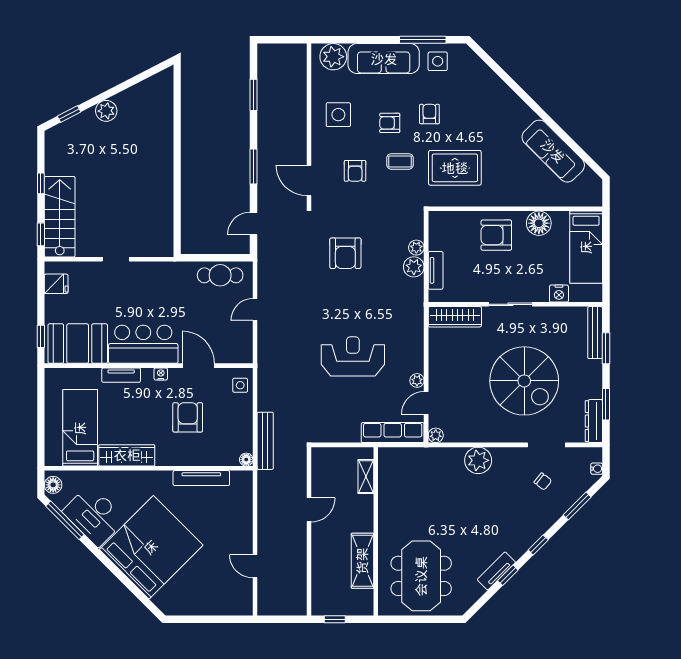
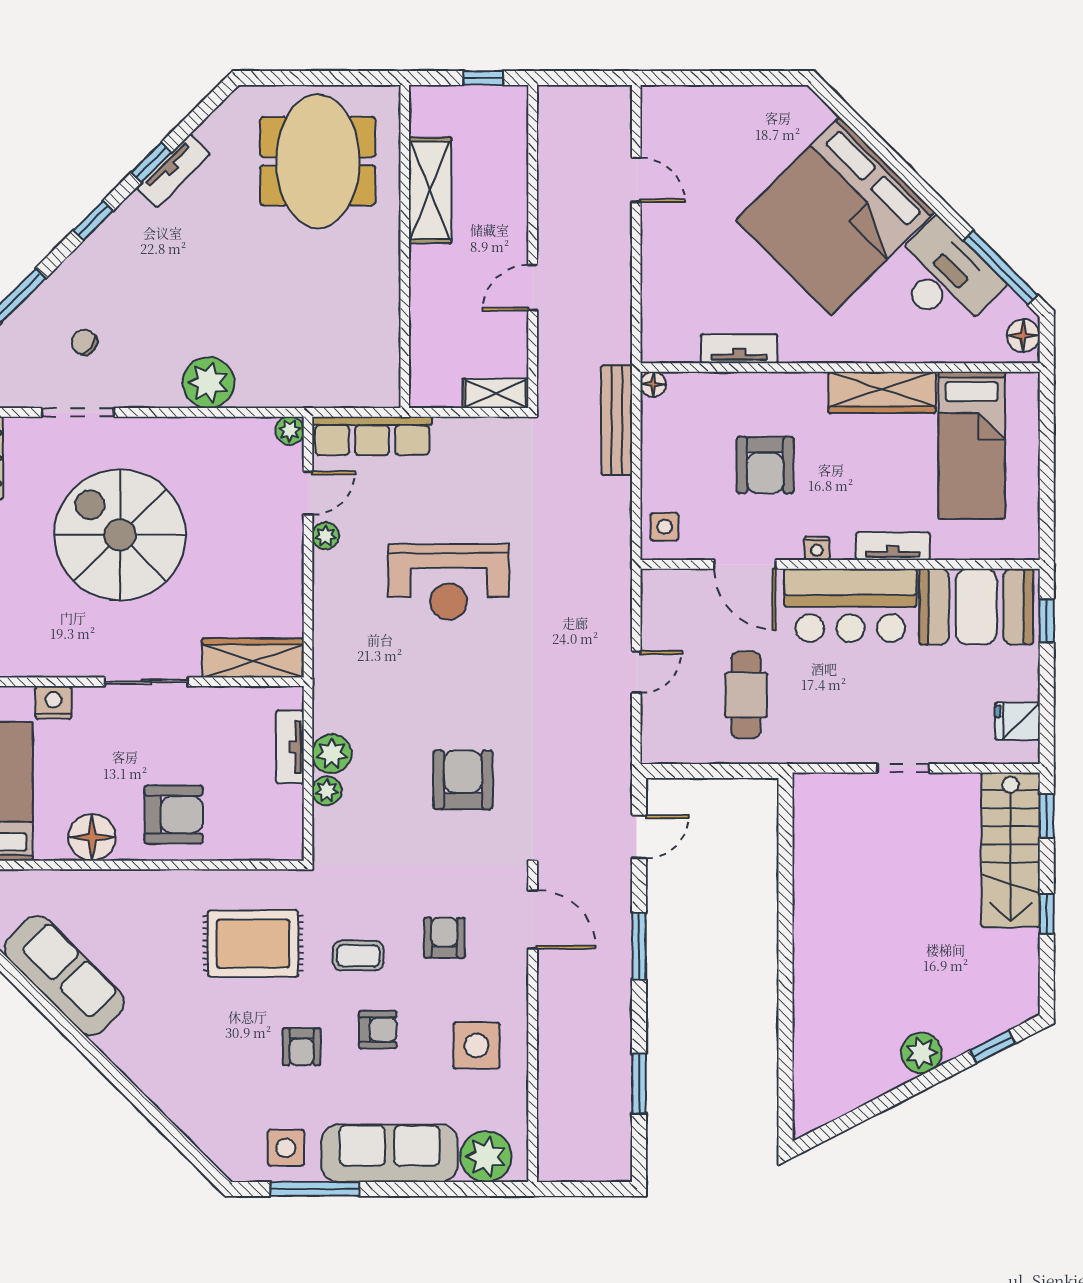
cafe table: (220, 275) -> (746, 695), moved, turned 90
shelving: (366, 477) -> (496, 393), moved, turned 90
tv unit: (201, 478) -> (739, 349), width x0.71

